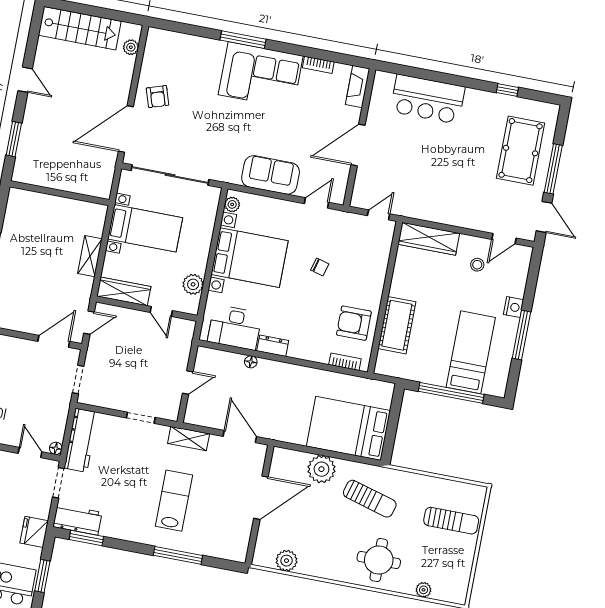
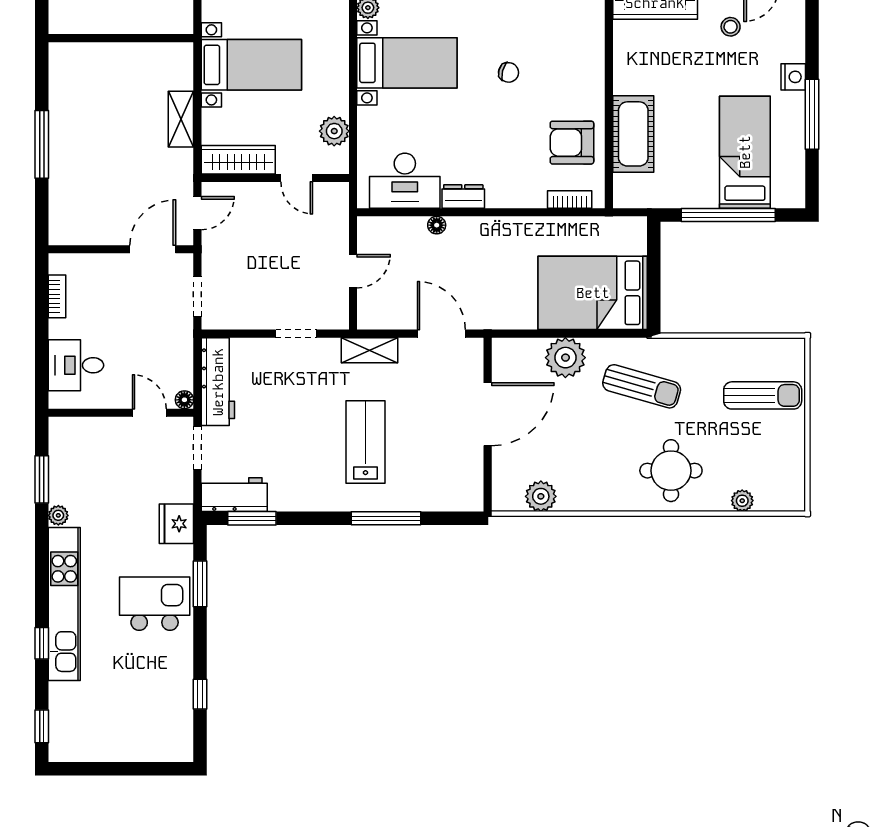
bed with nightstands: (250, 258) -> (407, 63), width x0.73

